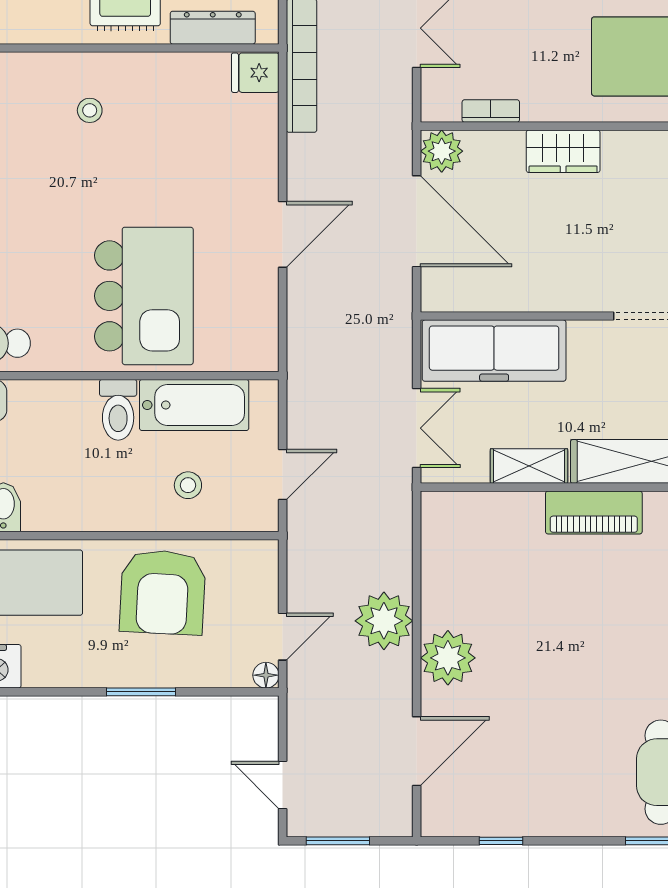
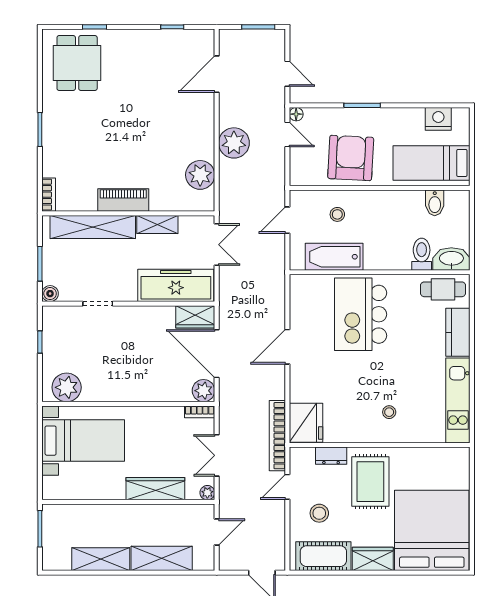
dresser: (213, 28) -> (331, 456), width x0.70
fridge: (255, 73) -> (306, 423), width x1.88, depth x1.34
bookcase: (491, 111) -> (200, 412), moved
wardrobe: (563, 151) -> (195, 317), moved, turned 180
toilet: (118, 410) -> (422, 254), moved
double door: (417, 428) -> (217, 245), swing flipped
door: (283, 637) -> (287, 135), swing flipped
plant: (448, 658) -> (200, 175), moved
door: (283, 785) -> (287, 74), moved

